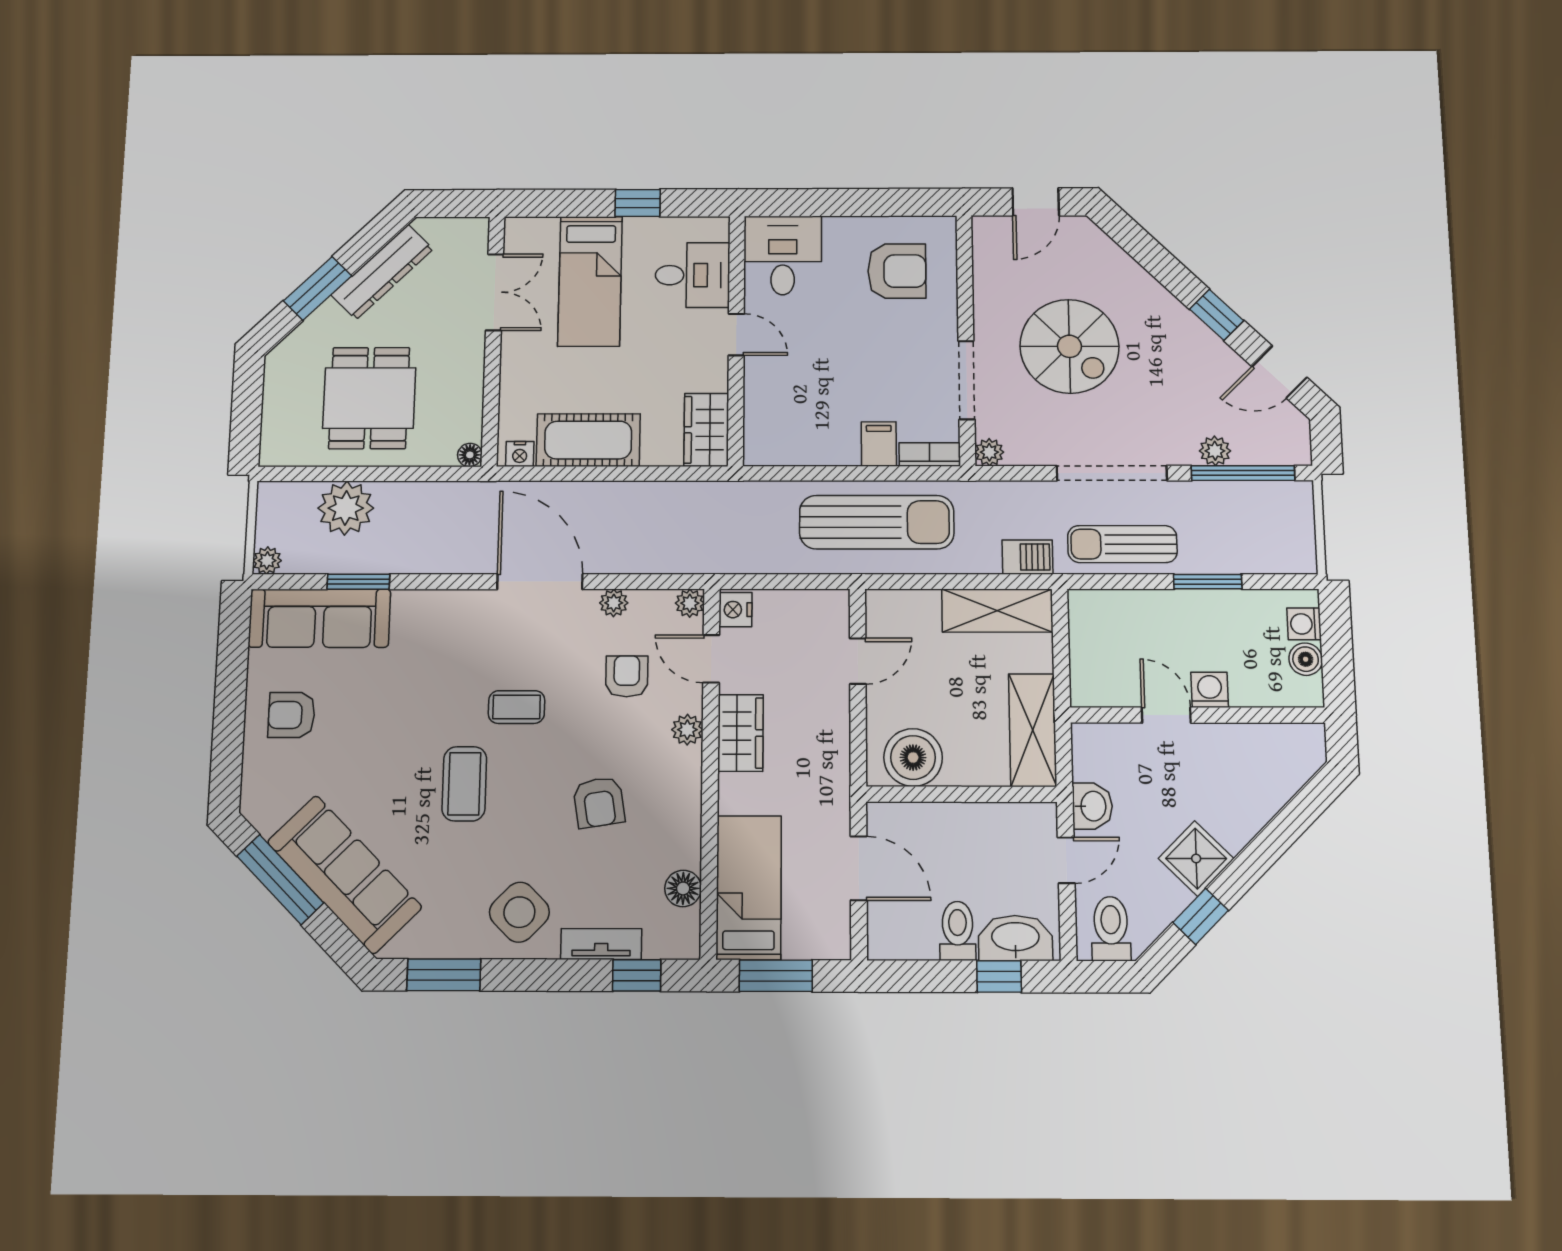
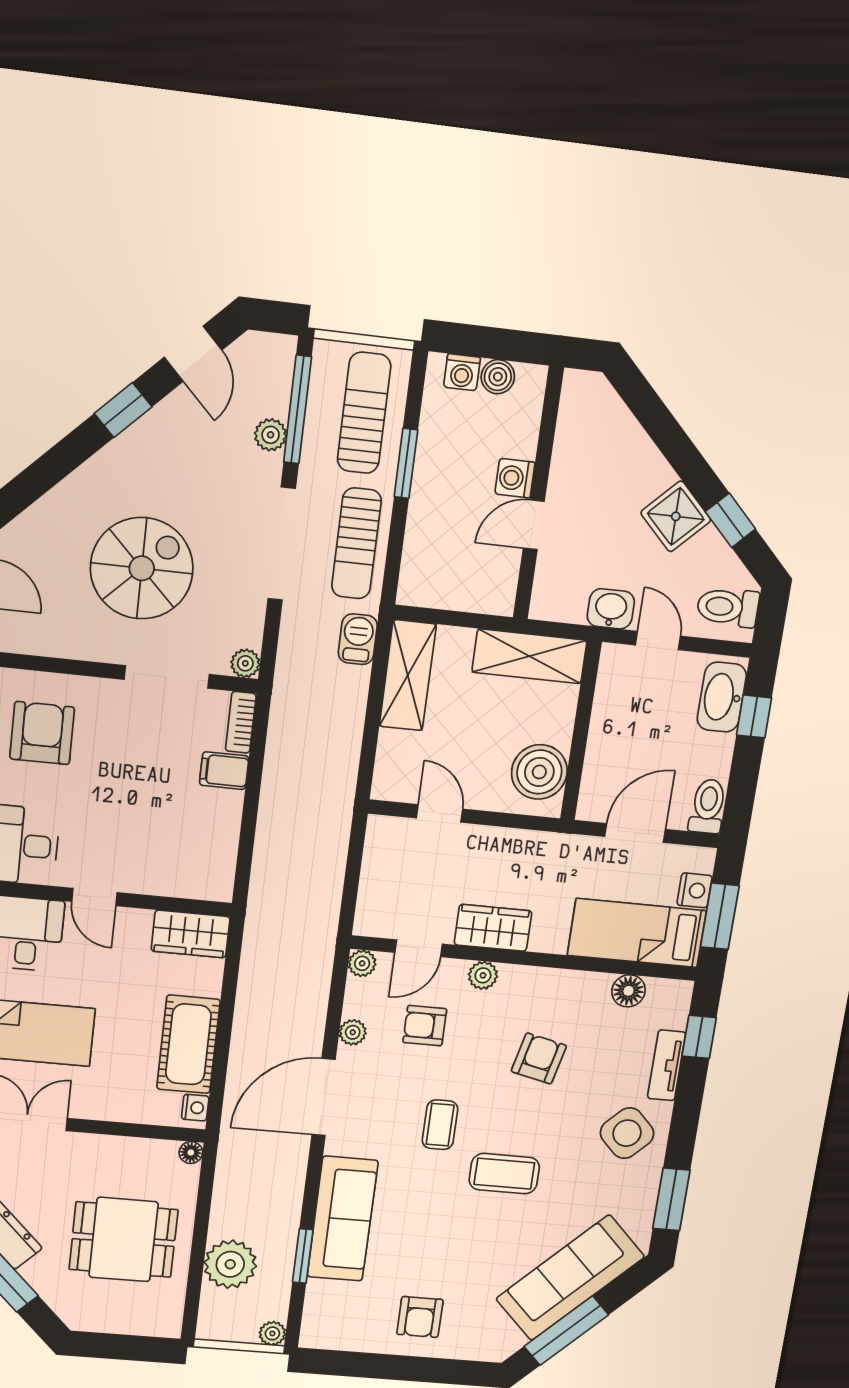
door: (736, 335) -> (94, 897), swing flipped
sun lounger: (877, 522) -> (364, 413), moved, width x0.73, depth x0.75
nightstand: (735, 610) -> (695, 890), moved, turned -90
sofa: (319, 618) -> (343, 1219), moved
armchair: (599, 802) -> (539, 1058), turned -68
toilet: (958, 931) -> (708, 806), moved, turned 90

